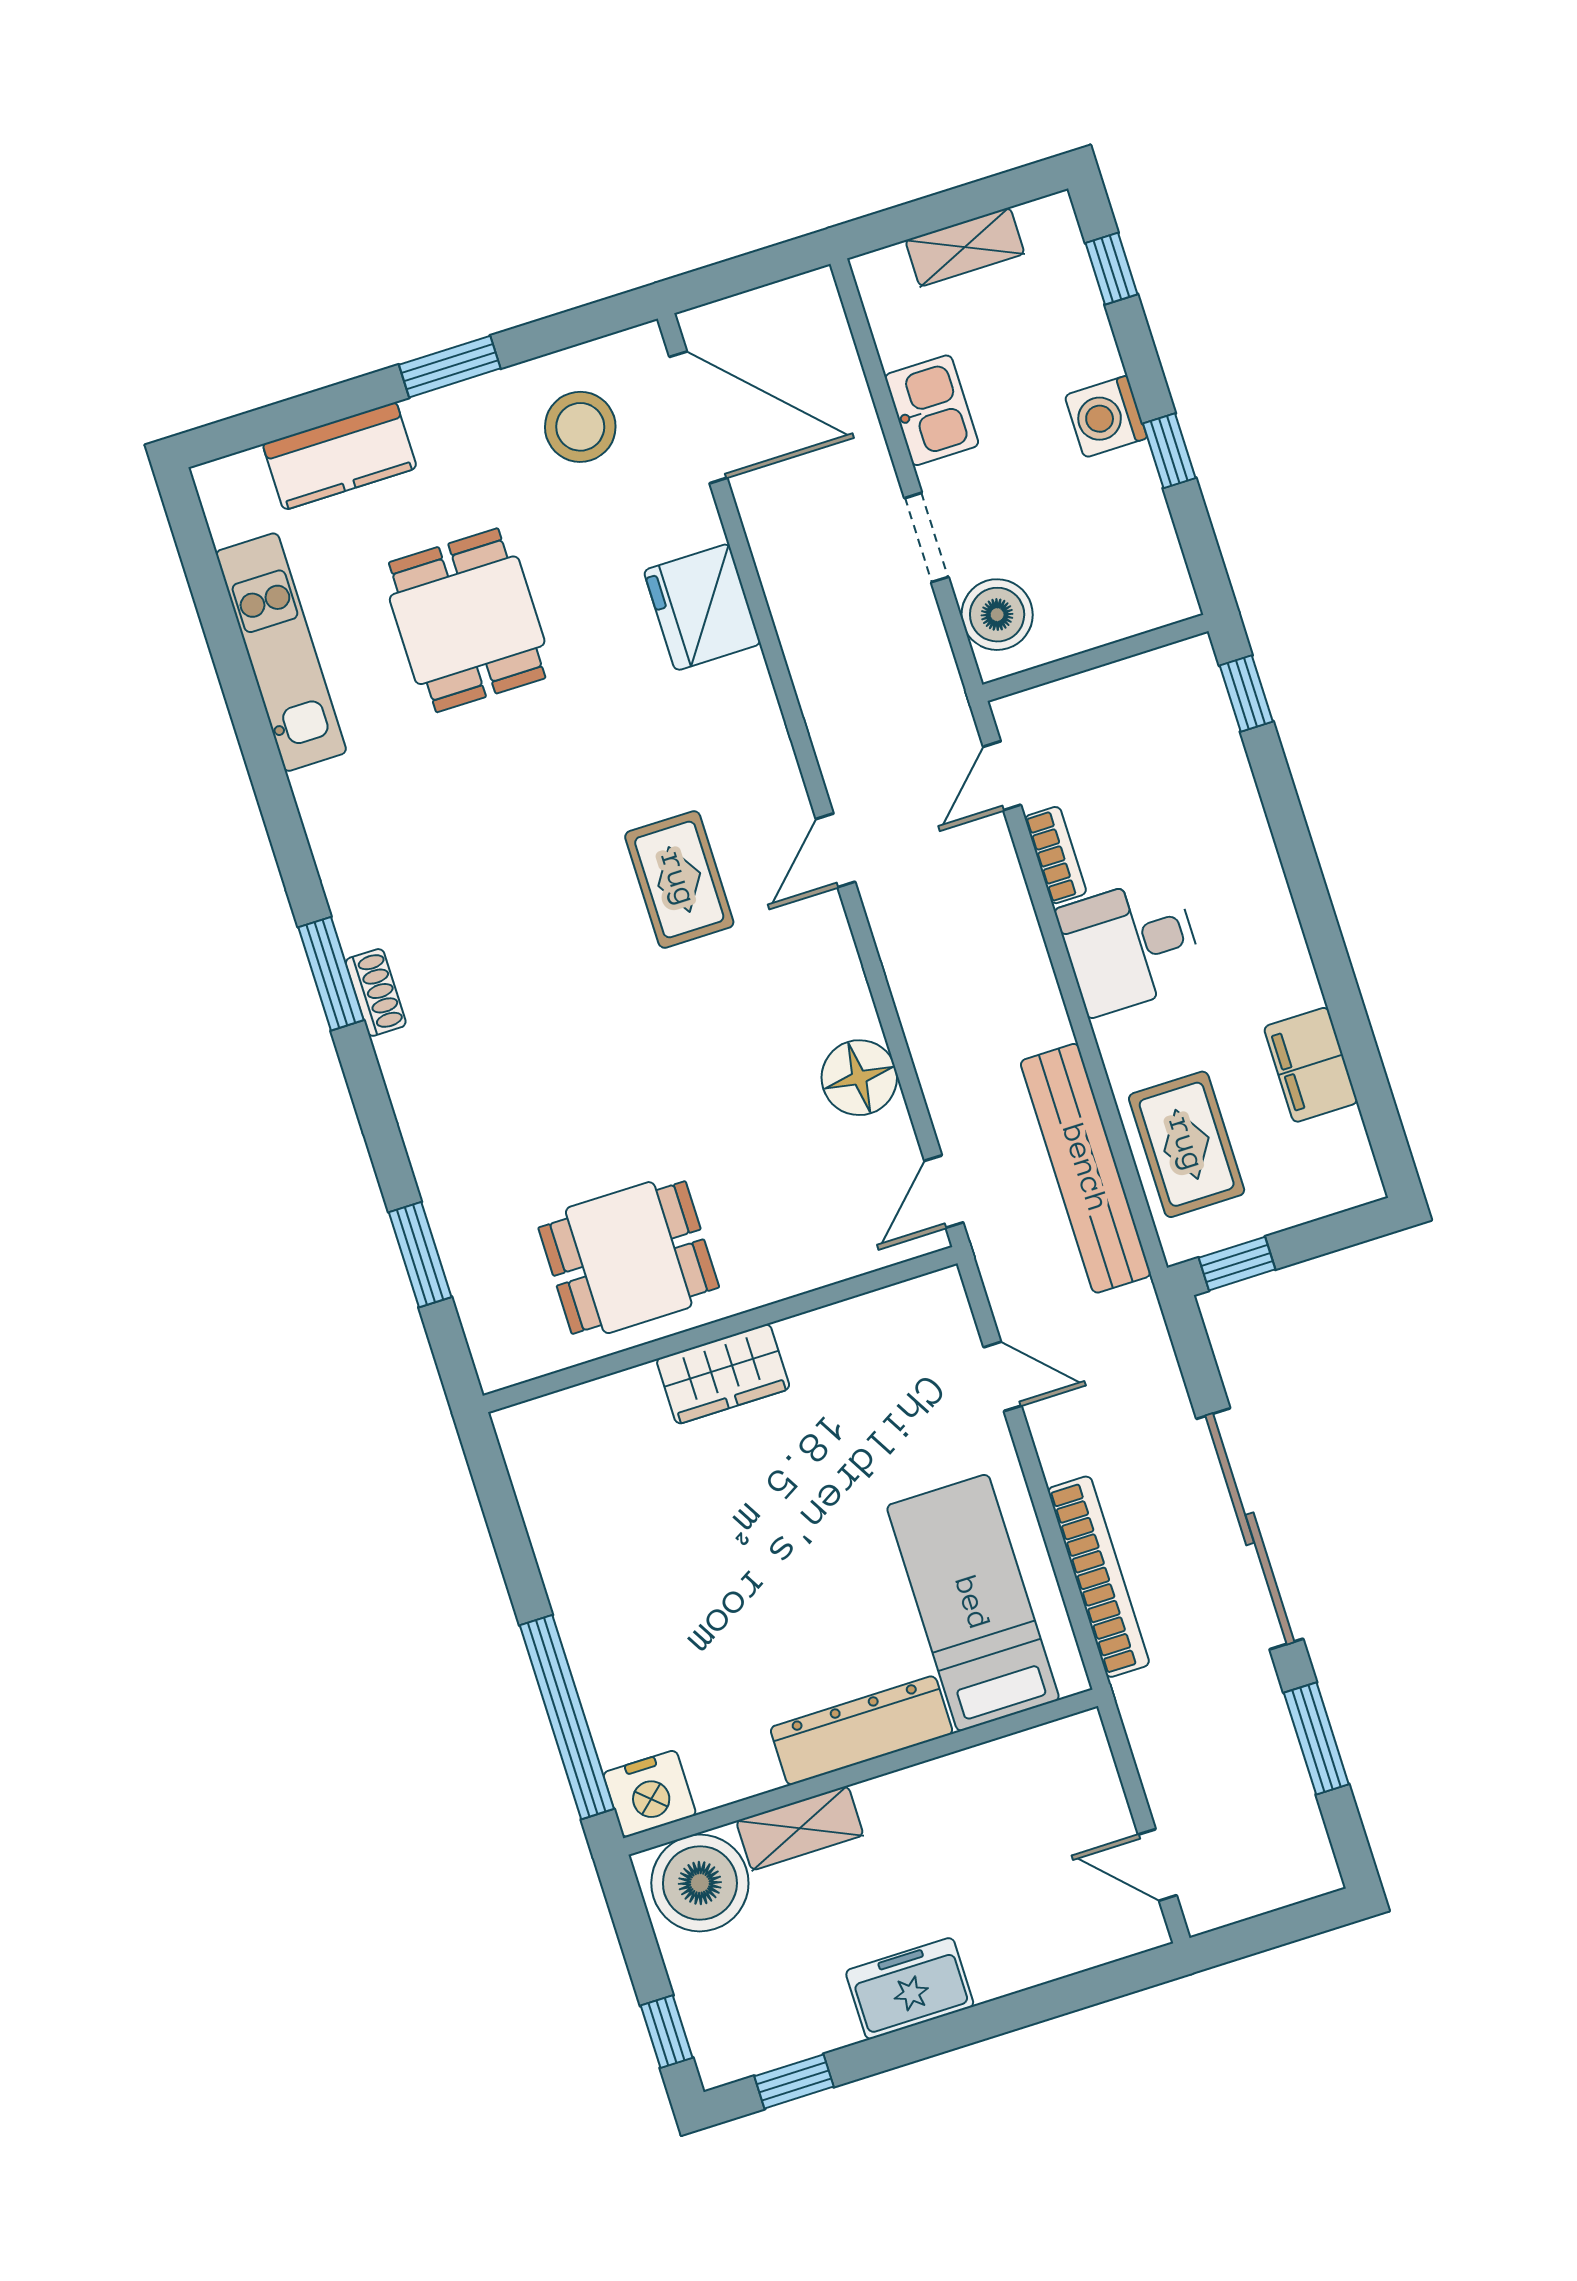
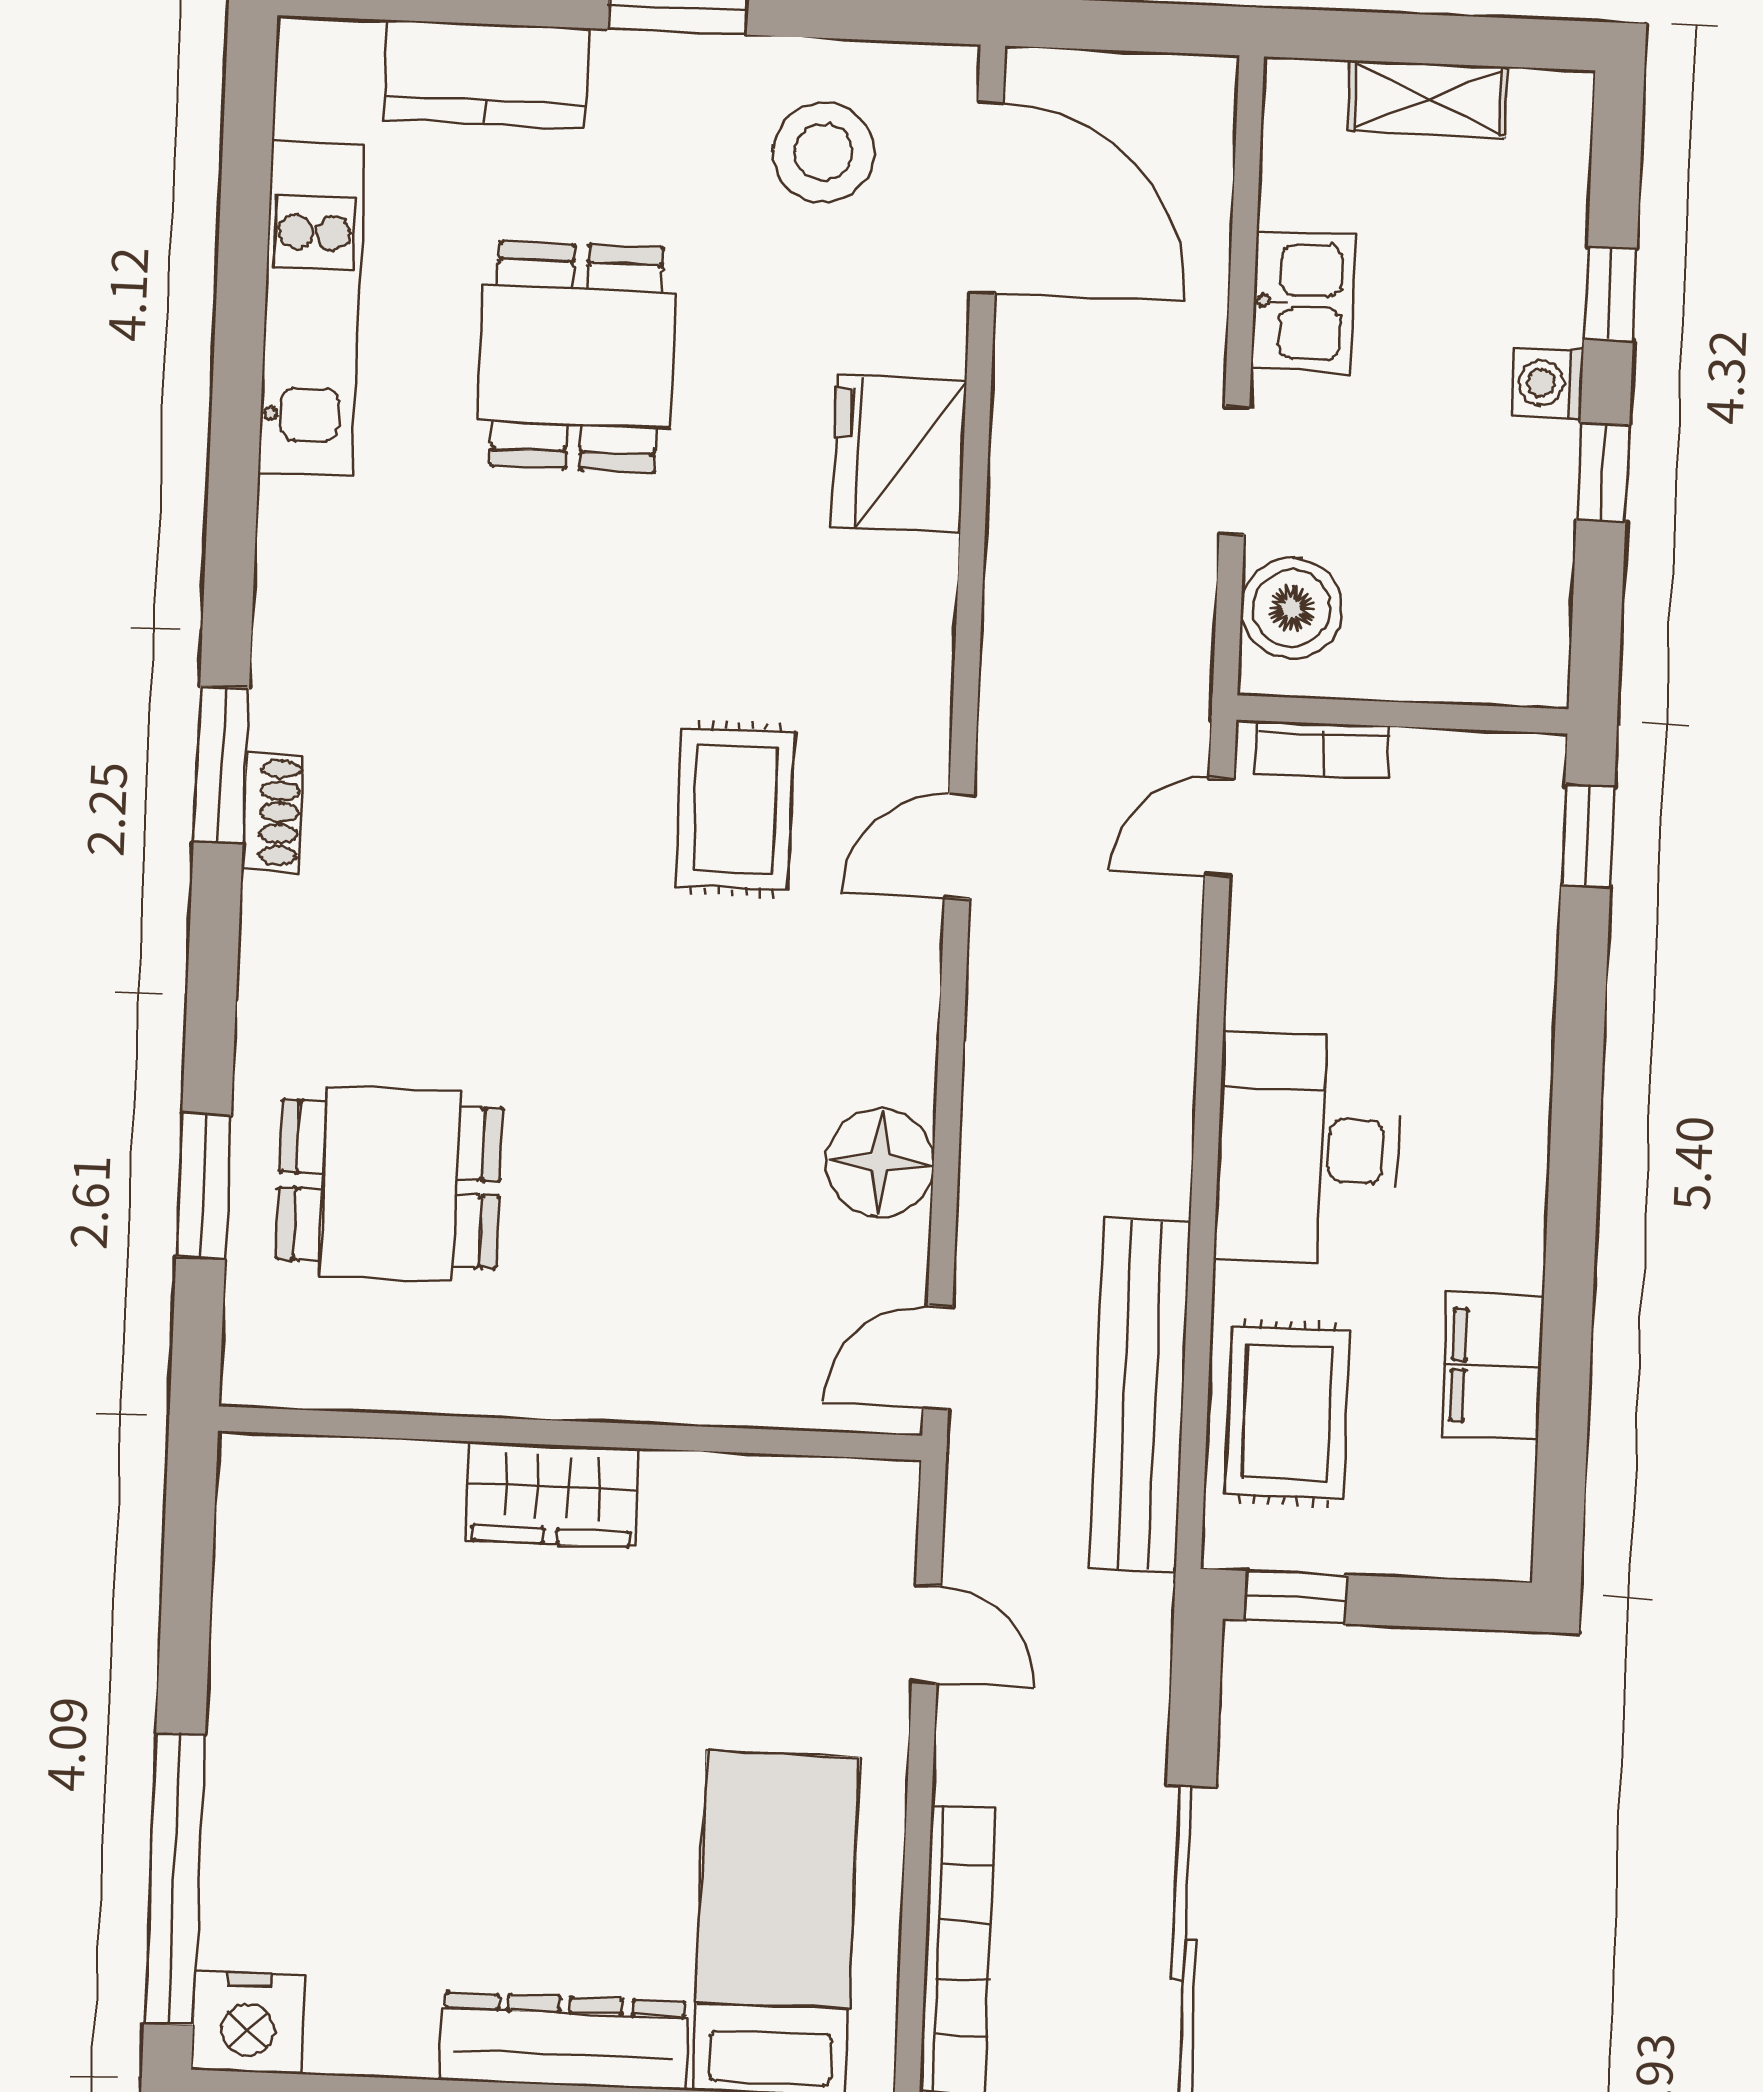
window: (1112, 269) -> (1610, 294), moved
washing machine: (1106, 417) -> (1548, 383), width x0.73, depth x0.73
bookcase: (1056, 855) -> (1323, 750), moved, turned 90
desk: (1130, 946) -> (1308, 1149), width x1.37
dining table: (629, 1258) -> (389, 1184), moved

